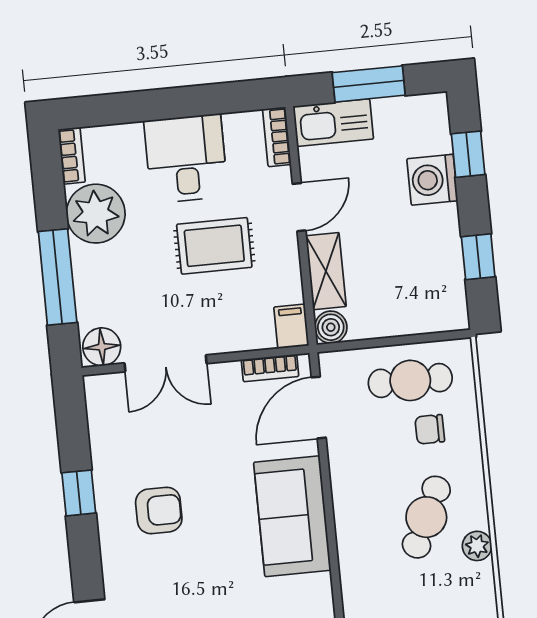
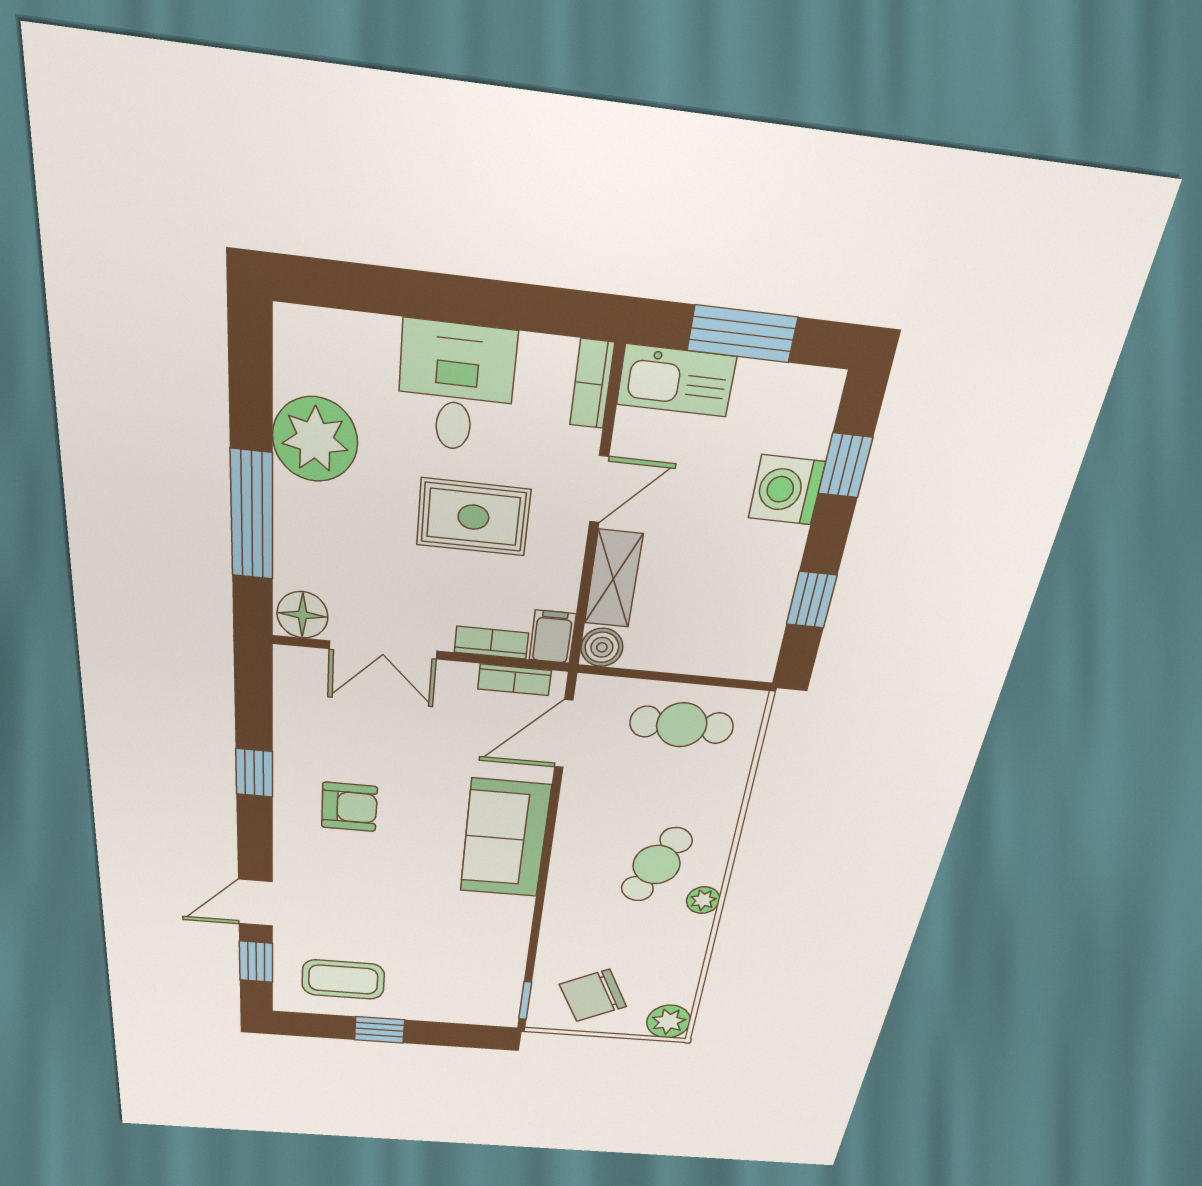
bookcase: (72, 156) -> (491, 643), moved, turned -90
chair: (430, 429) -> (688, 780), removed

